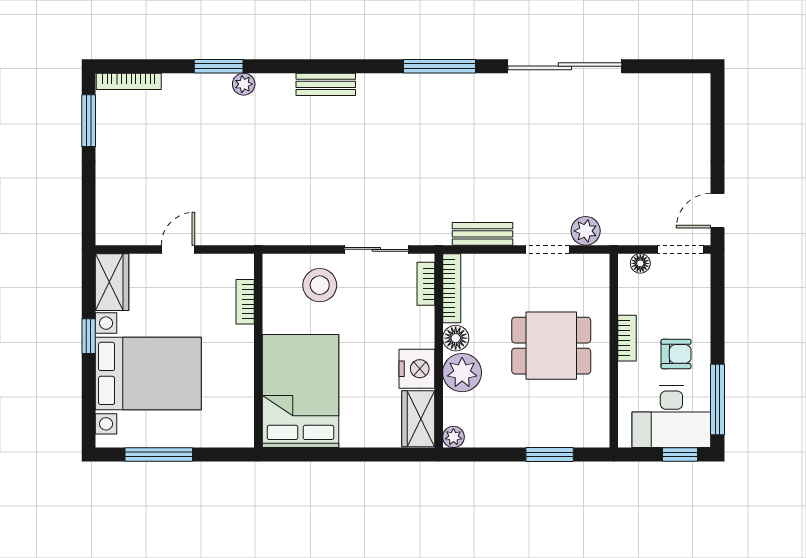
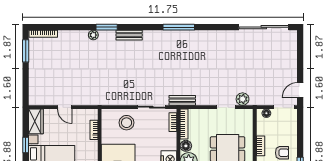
window: (219, 66) -> (107, 27), moved
sliding door: (565, 66) -> (264, 27), moved
bench: (483, 234) -> (182, 100), moved
door: (178, 249) -> (65, 107), swing flipped

